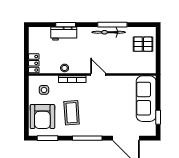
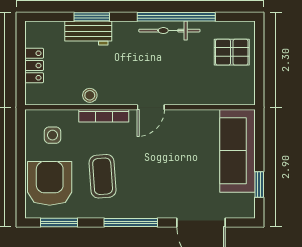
window: (112, 25) -> (176, 17), width x1.46
locker: (34, 63) -> (34, 66), moved
door: (98, 75) -> (151, 107), swing flipped
armchair: (42, 117) -> (50, 183), turned 180

